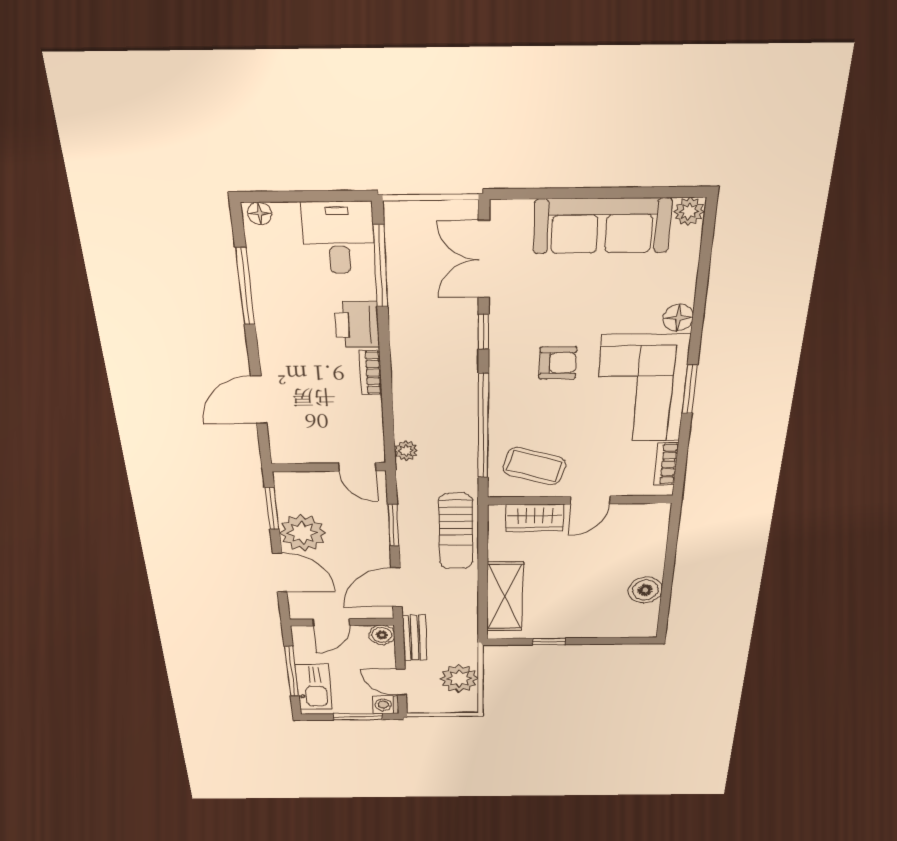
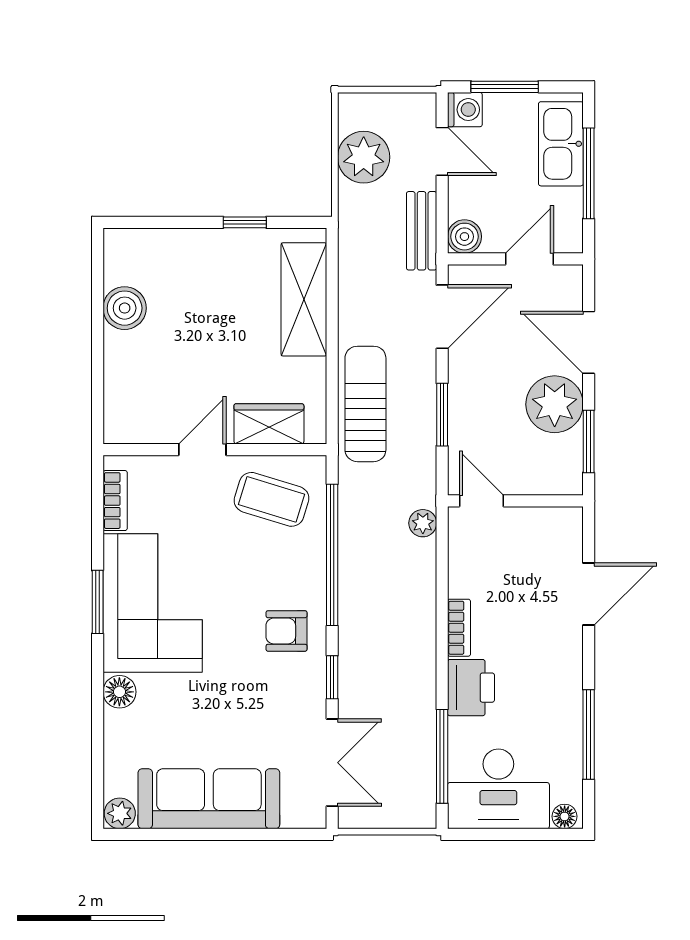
desk: (338, 238) -> (498, 789), width x1.37
armchair: (558, 363) -> (287, 631), moved

